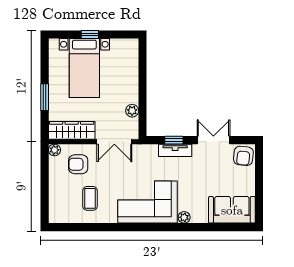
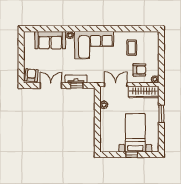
double door: (213, 140) -> (51, 86), swing flipped
sofa: (232, 210) -> (50, 40), moved

